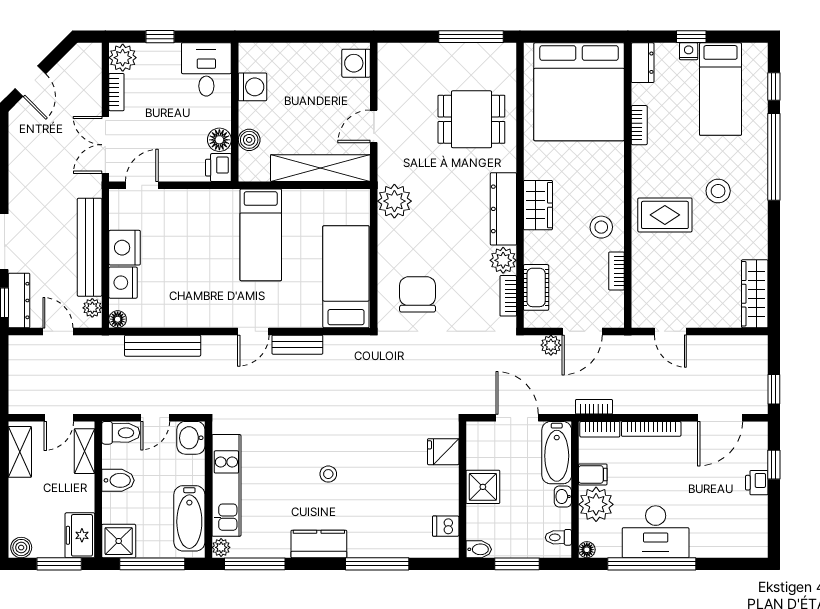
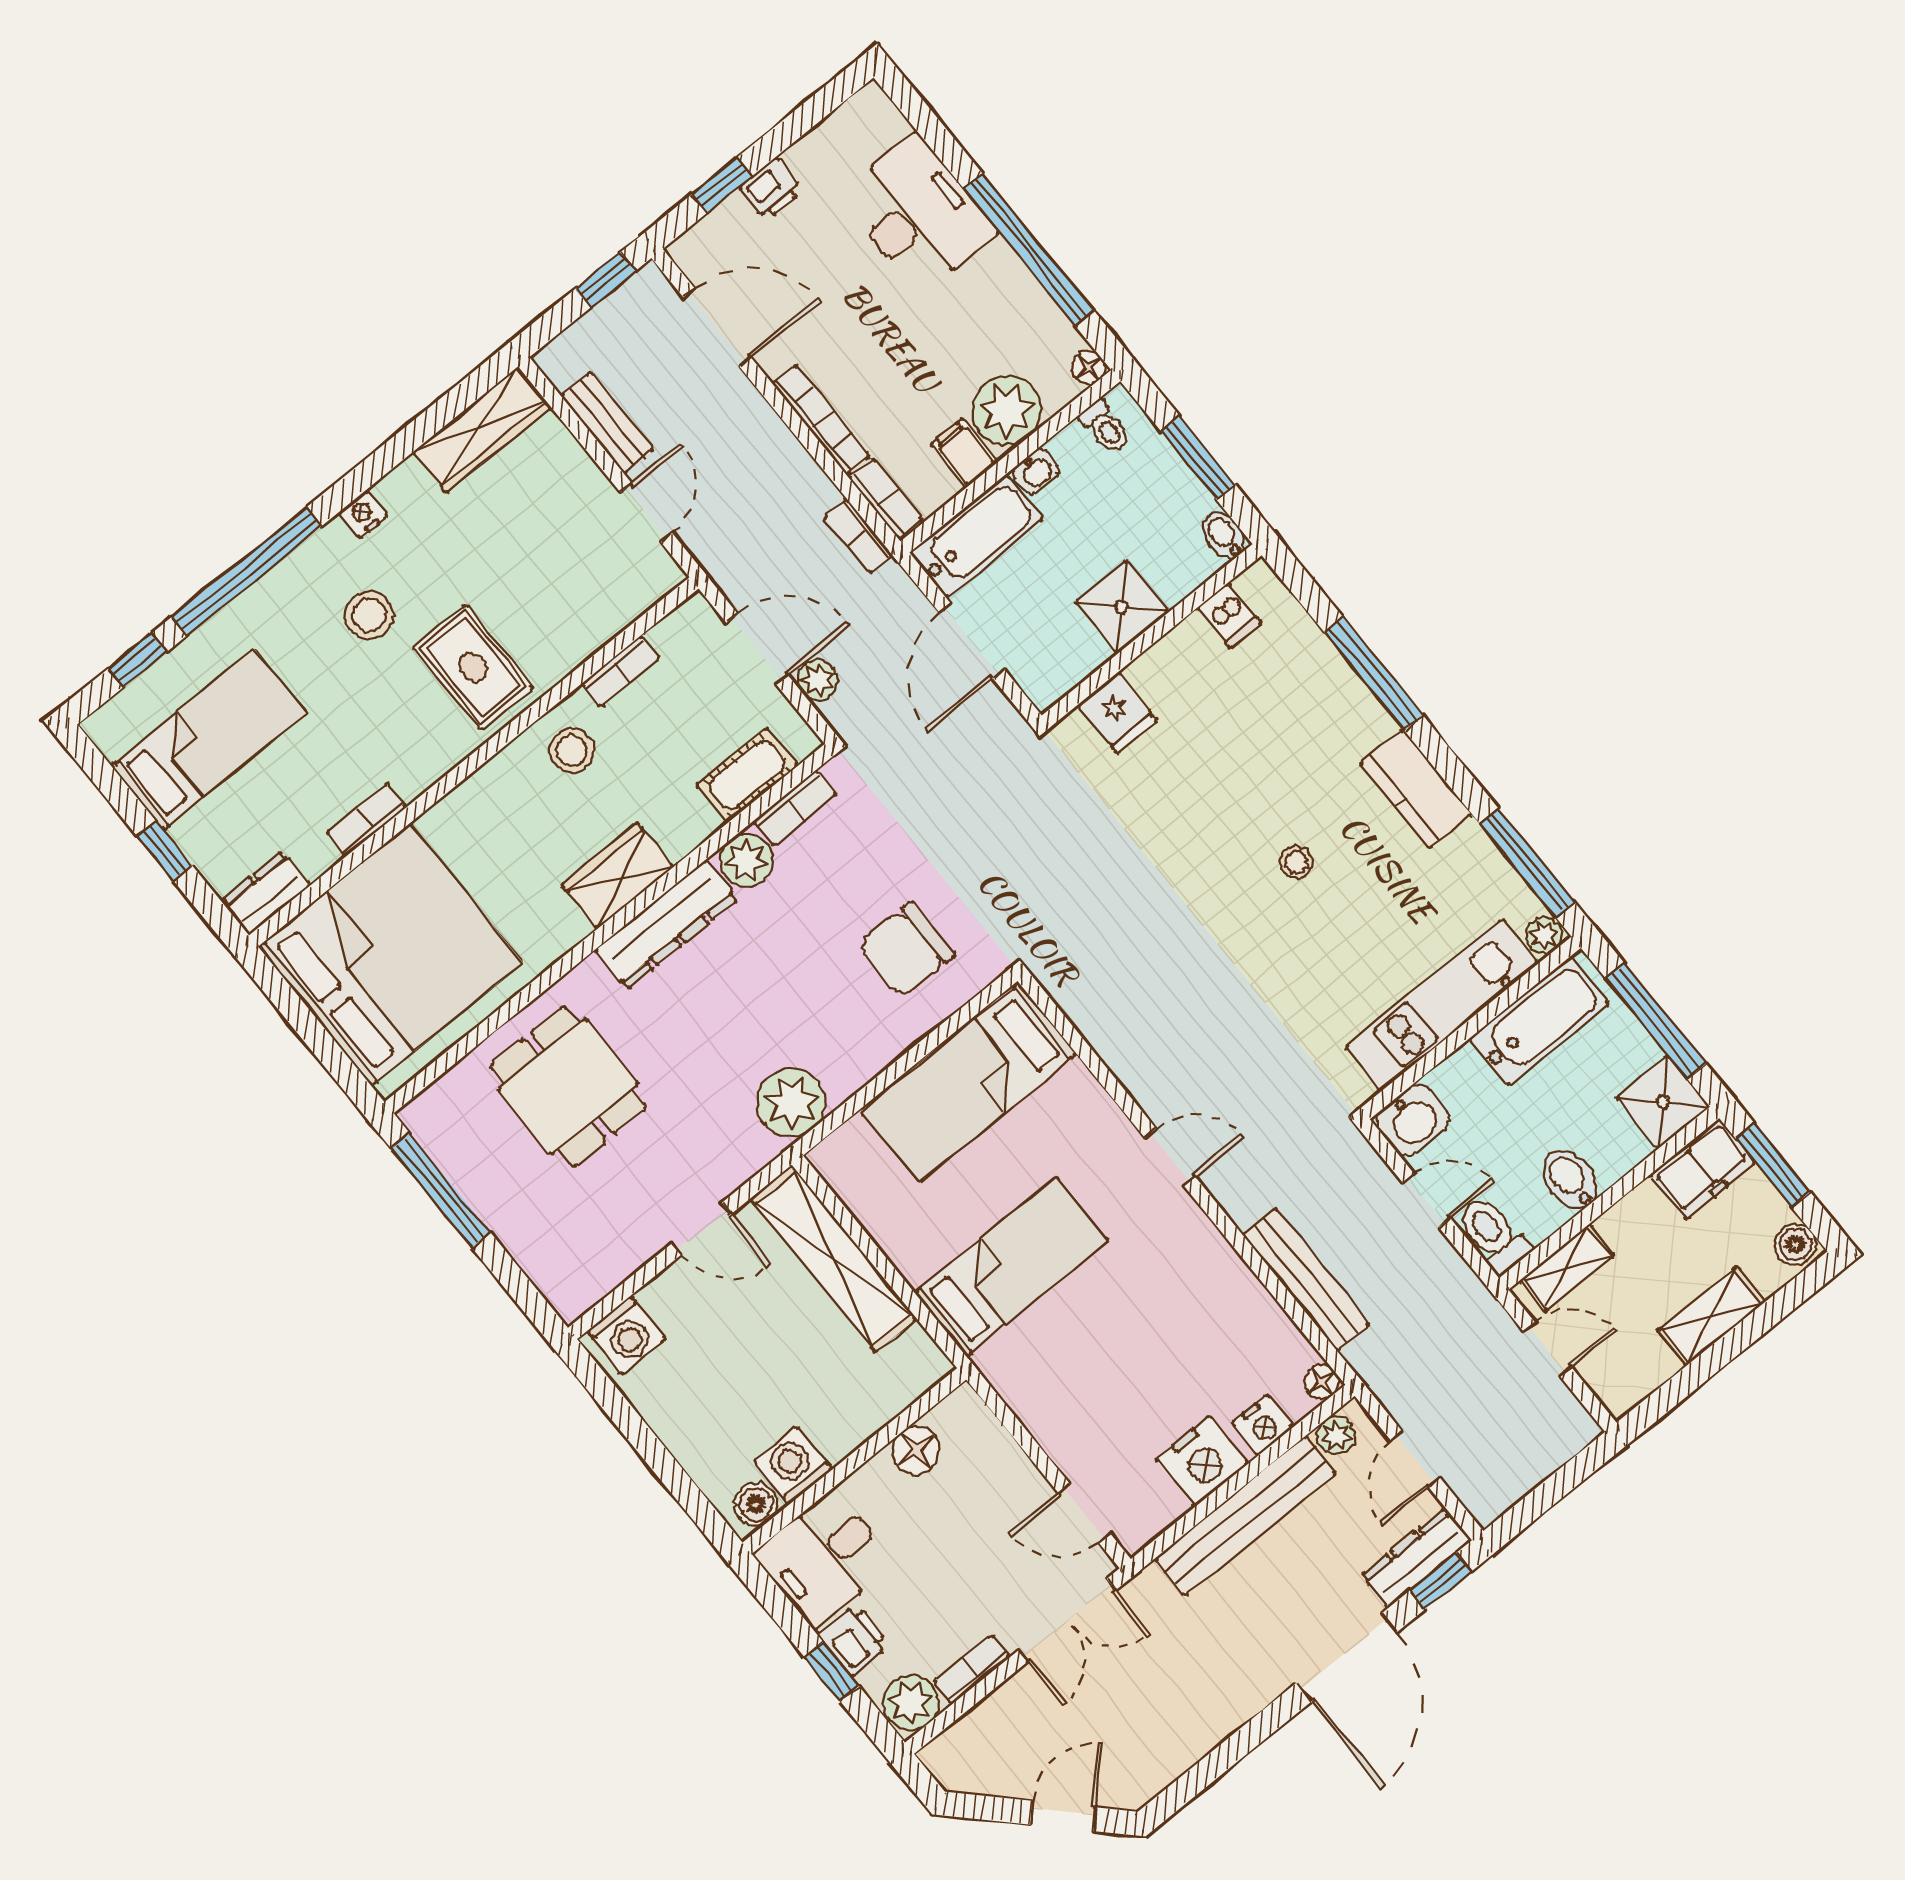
nightstand: (689, 51) -> (363, 514), moved, turned 90
boiler: (249, 140) -> (756, 1504), moved
printer: (218, 168) -> (854, 1639), moved, turned -90
nightstand: (123, 283) -> (1262, 1425), width x0.74, depth x0.75
bench: (297, 345) -> (607, 423), moved
shelving: (20, 452) -> (1711, 1316), moved
desk: (656, 532) -> (918, 214), moved

